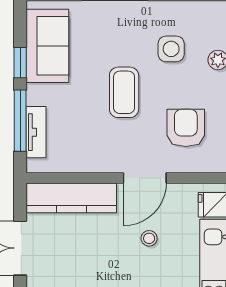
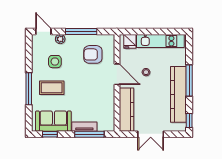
window: (20, 63) -> (50, 134), moved
coffee table: (124, 92) -> (52, 88), moved
tv unit: (36, 132) -> (84, 127), moved

